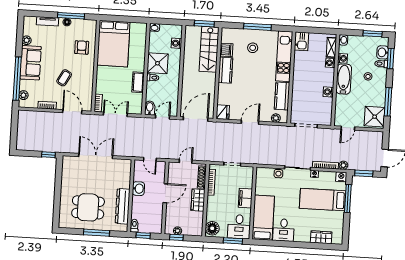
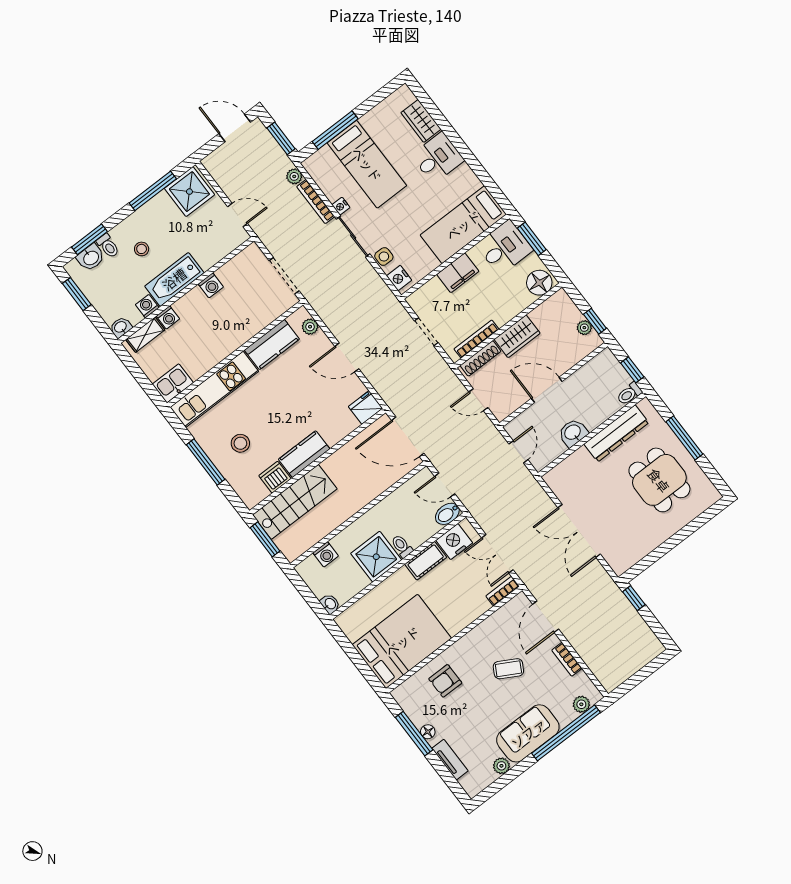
nightstand: (136, 101) -> (454, 542), added
nightstand: (341, 177) -> (399, 278), moved
desk: (284, 230) -> (438, 158), moved

